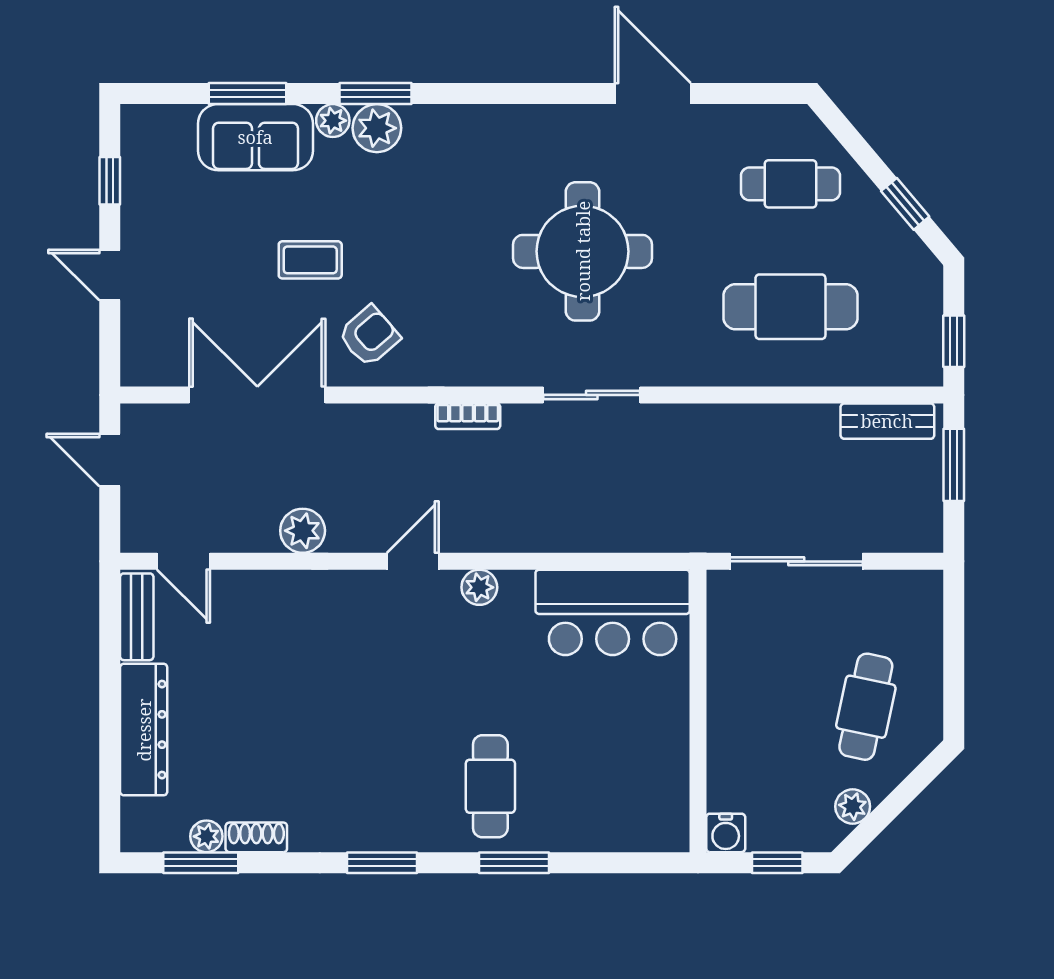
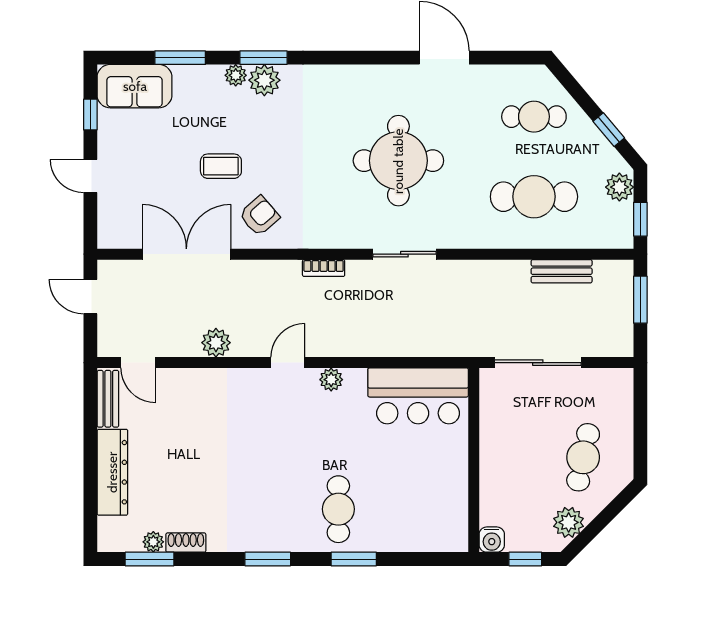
sofa: (255, 137) -> (135, 86), moved
plant: (922, 292) -> (619, 187), added
bench: (887, 421) -> (562, 271), moved
plant: (853, 806) -> (569, 522), width x1.38, depth x1.38

